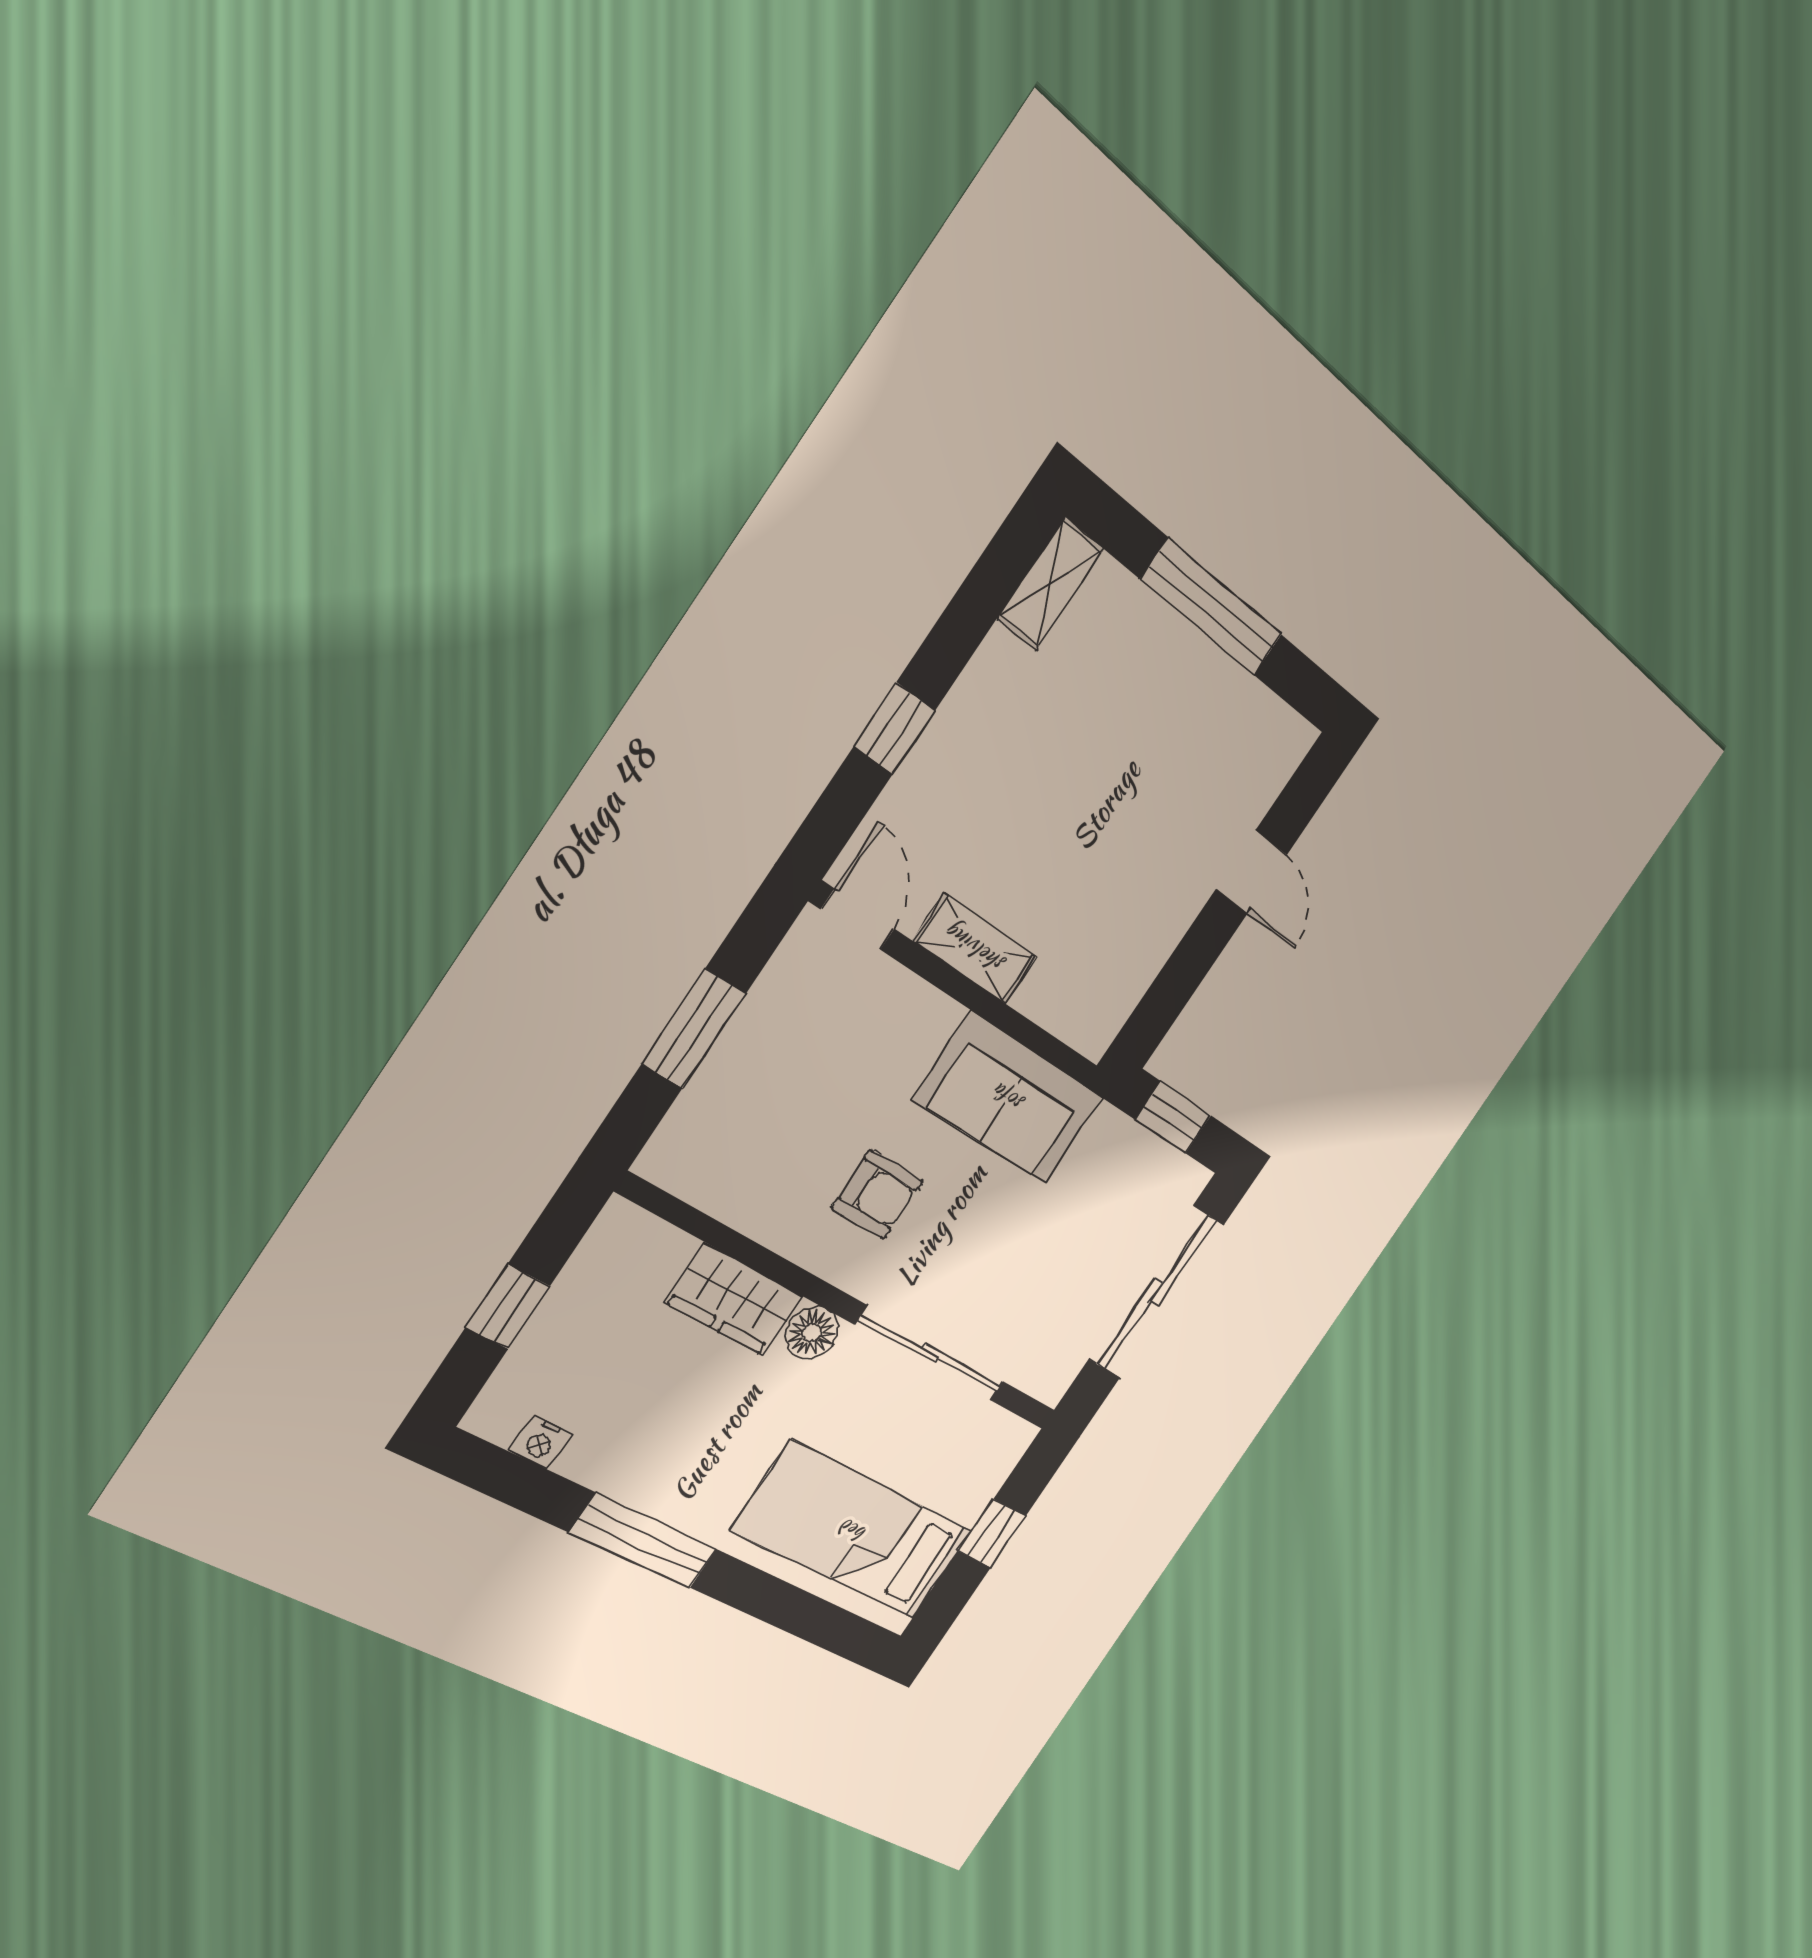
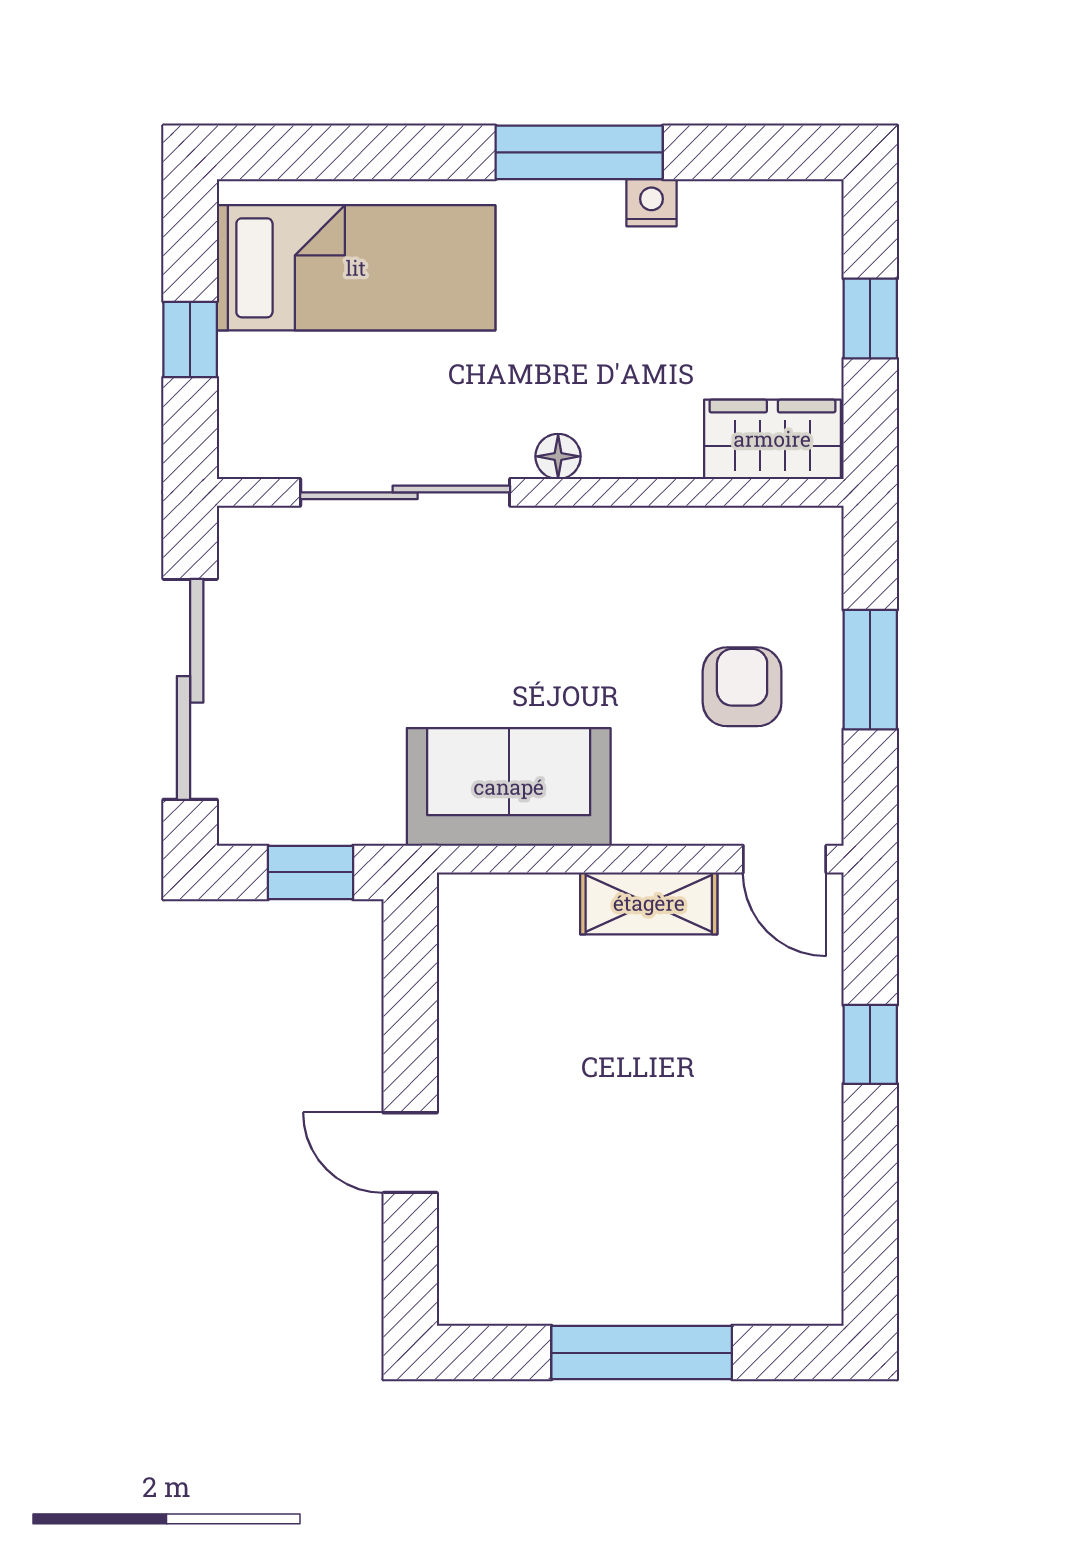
shelving: (1051, 584) -> (815, 1262), removed
armchair: (877, 1194) -> (742, 687), moved, turned 90
wardrobe: (734, 1299) -> (772, 439), moved
floor lamp: (812, 1333) -> (558, 456), width x0.73, depth x0.73
nightstand: (541, 1443) -> (651, 203), moved

